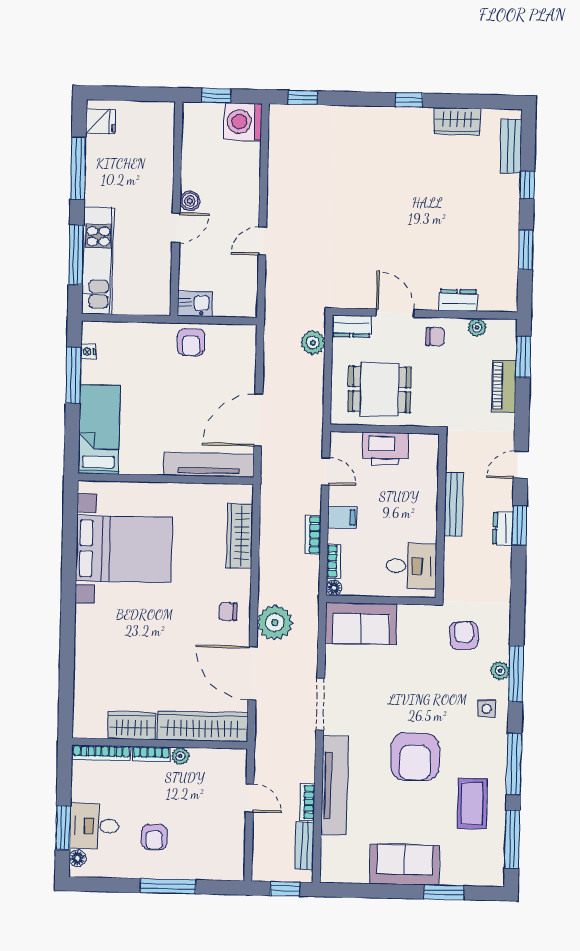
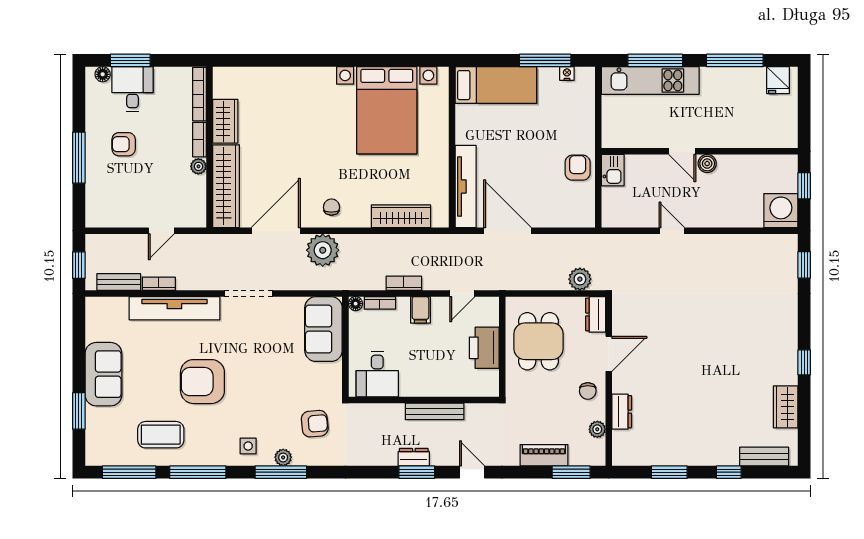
armchair: (191, 342) -> (578, 168), turned 90

